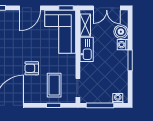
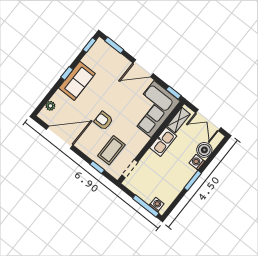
window: (100, 105) -> (146, 206), moved

